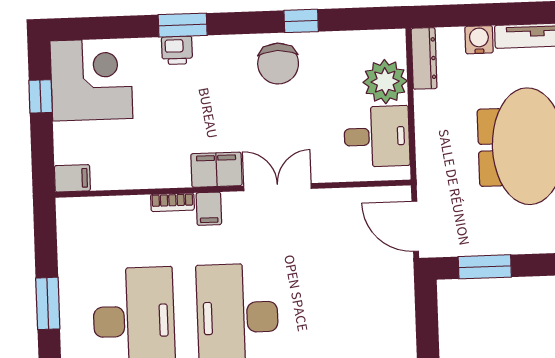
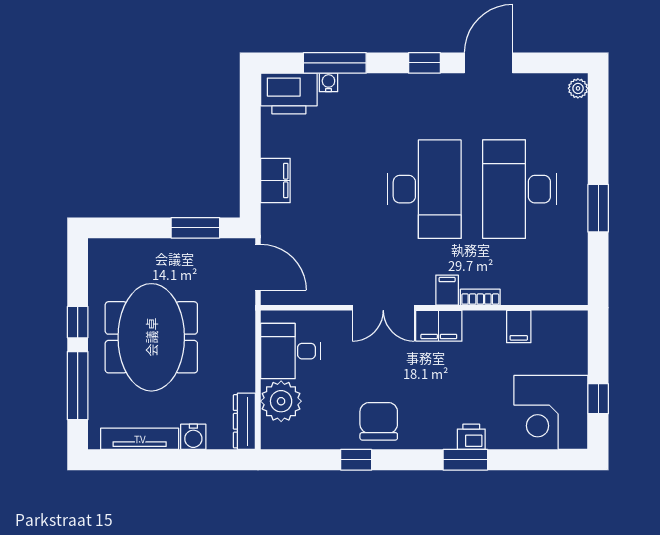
filing cabinet: (72, 178) -> (519, 326), moved, turned -90
filing cabinet: (400, 321) -> (275, 180), added

